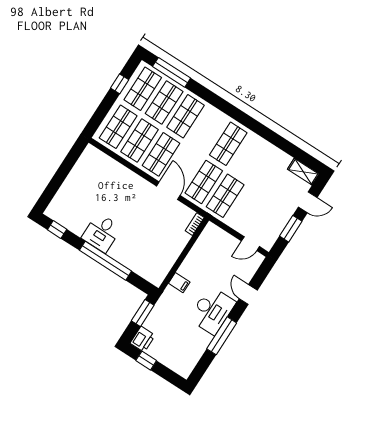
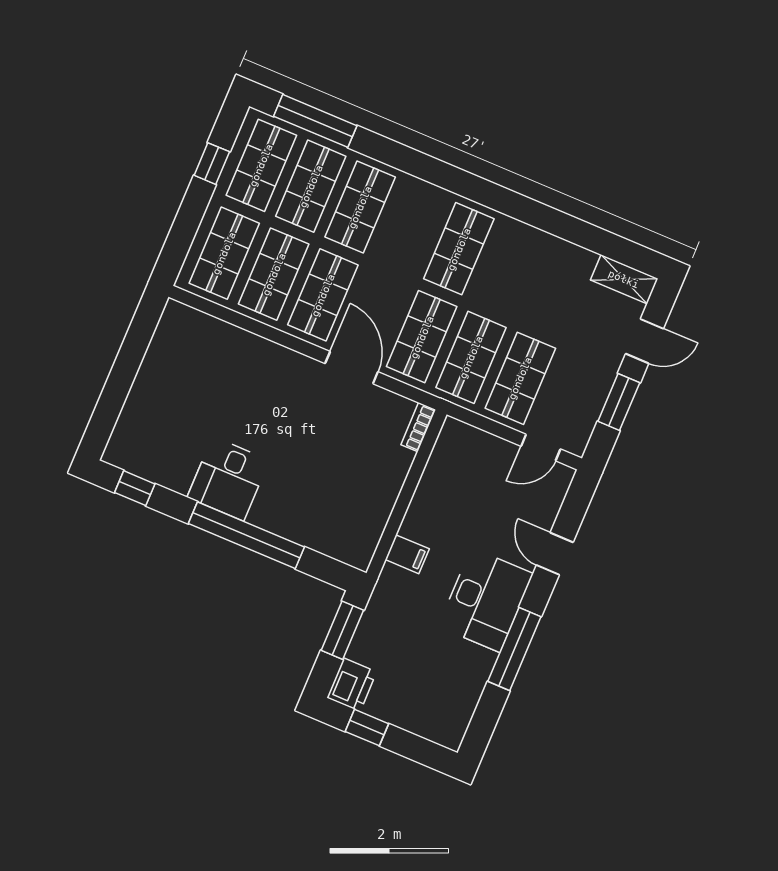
shop shelf: (247, 210) -> (520, 378), added

